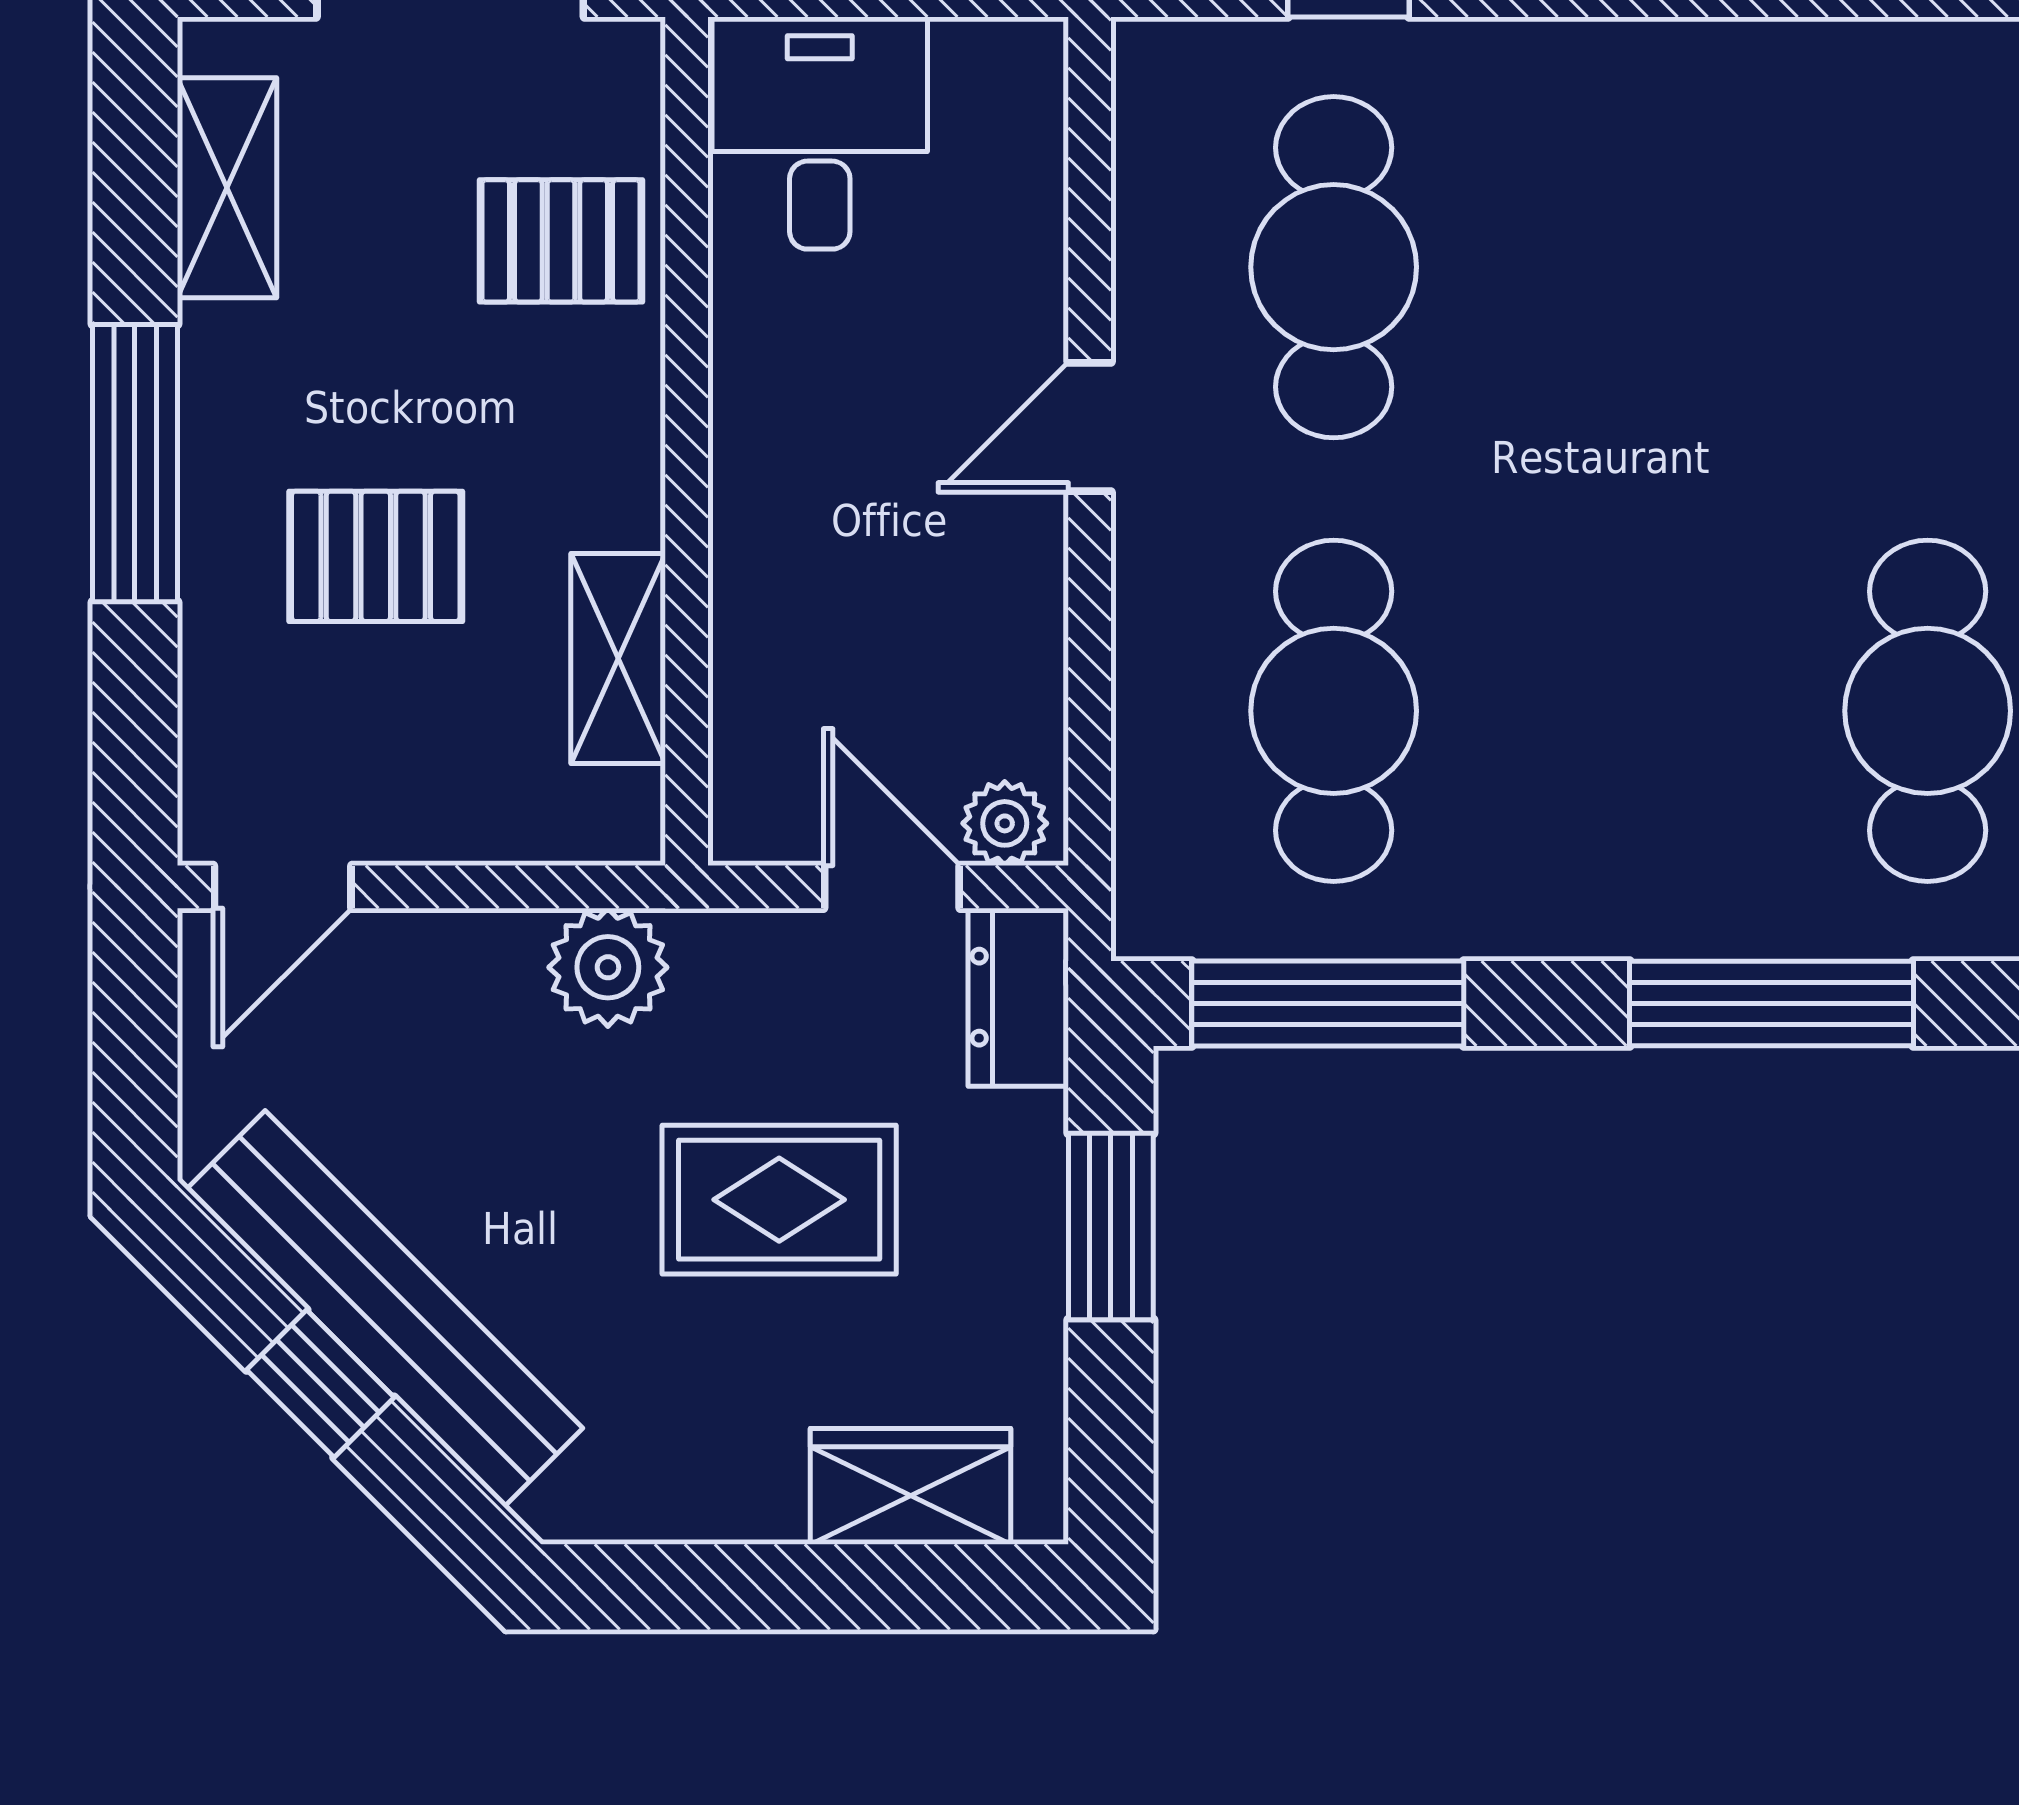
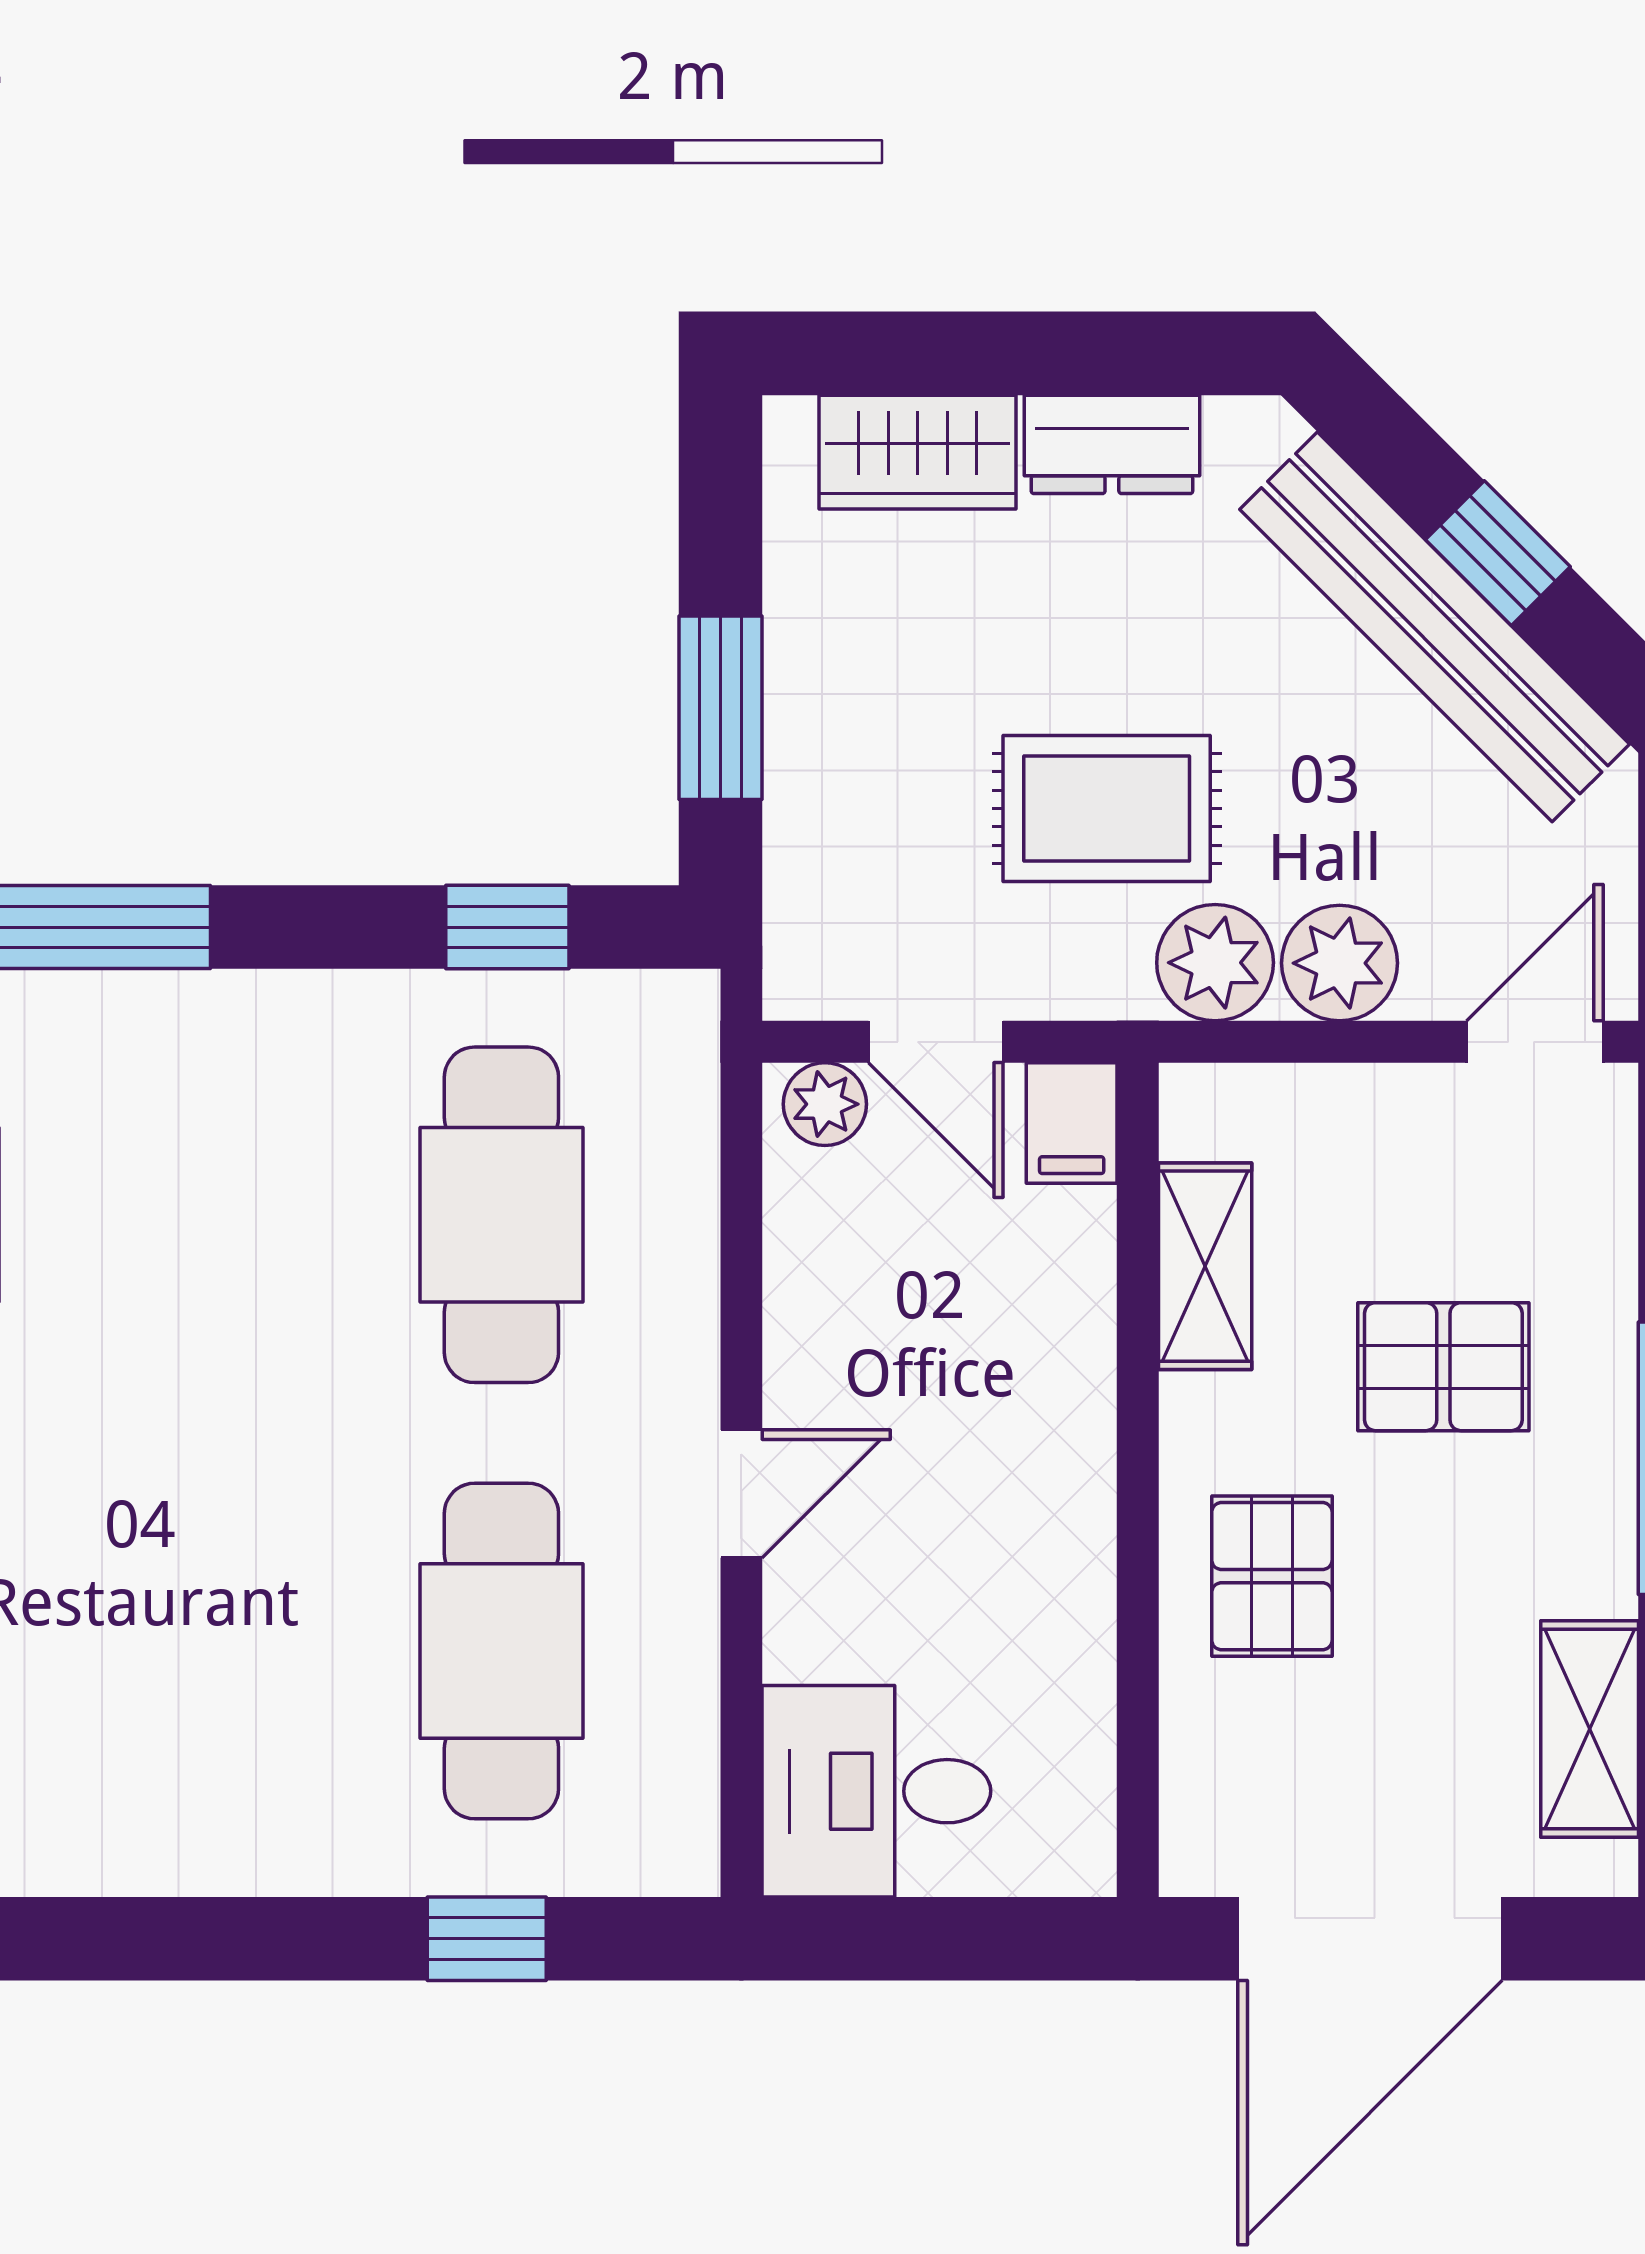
desk: (820, 133) -> (876, 1791), moved, turned 90
pallet: (561, 241) -> (1272, 1576), moved, turned 90
filing cabinet: (754, 804) -> (1072, 1123), added
plant: (481, 967) -> (1340, 963), added
dresser: (1018, 997) -> (1112, 444), moved, turned 90
window: (1328, 1003) -> (507, 927), width x0.46
rug: (779, 1200) -> (1107, 808), moved

